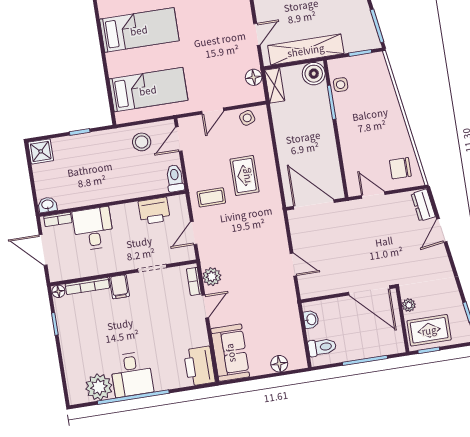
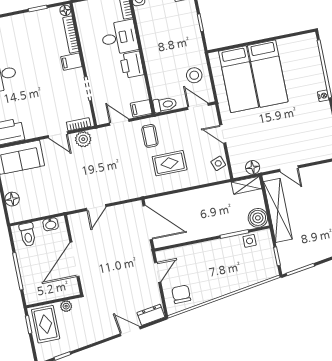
bed: (139, 30) -> (268, 74), moved
door: (314, 204) -> (148, 223), hinge flipped
filing cabinet: (178, 206) -> (141, 108), added
printer: (154, 211) -> (132, 65), moved
door: (369, 290) -> (74, 259), moved

